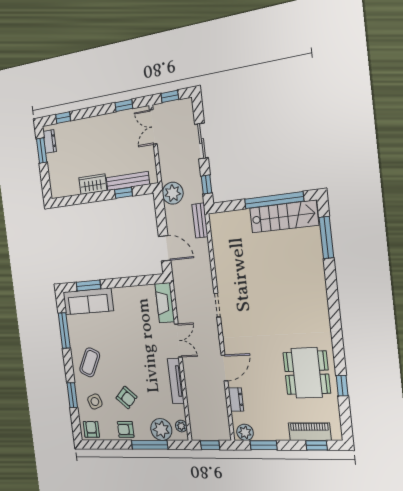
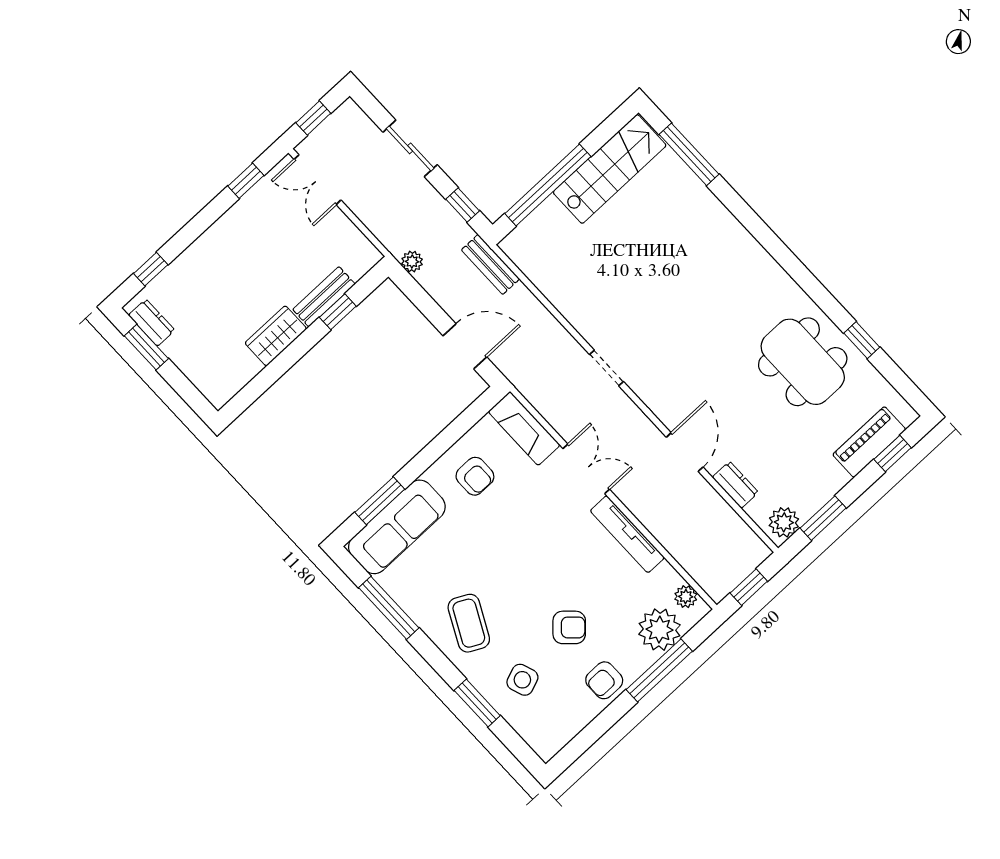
bench: (128, 181) -> (324, 297), width x0.73
plant: (173, 193) -> (412, 262), width x0.53, depth x0.53
window: (274, 200) -> (548, 185), moved
armchair: (91, 429) -> (475, 476), moved, turned 180

